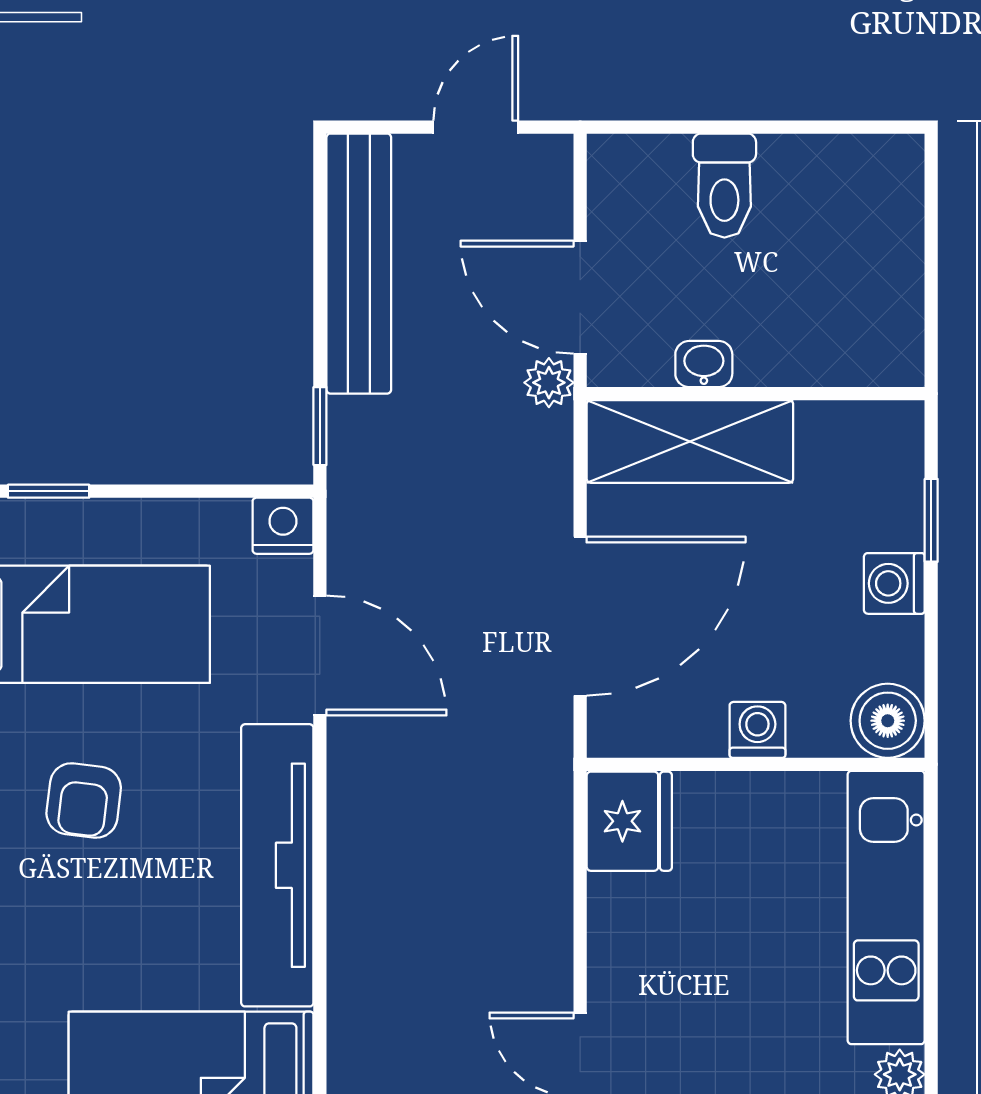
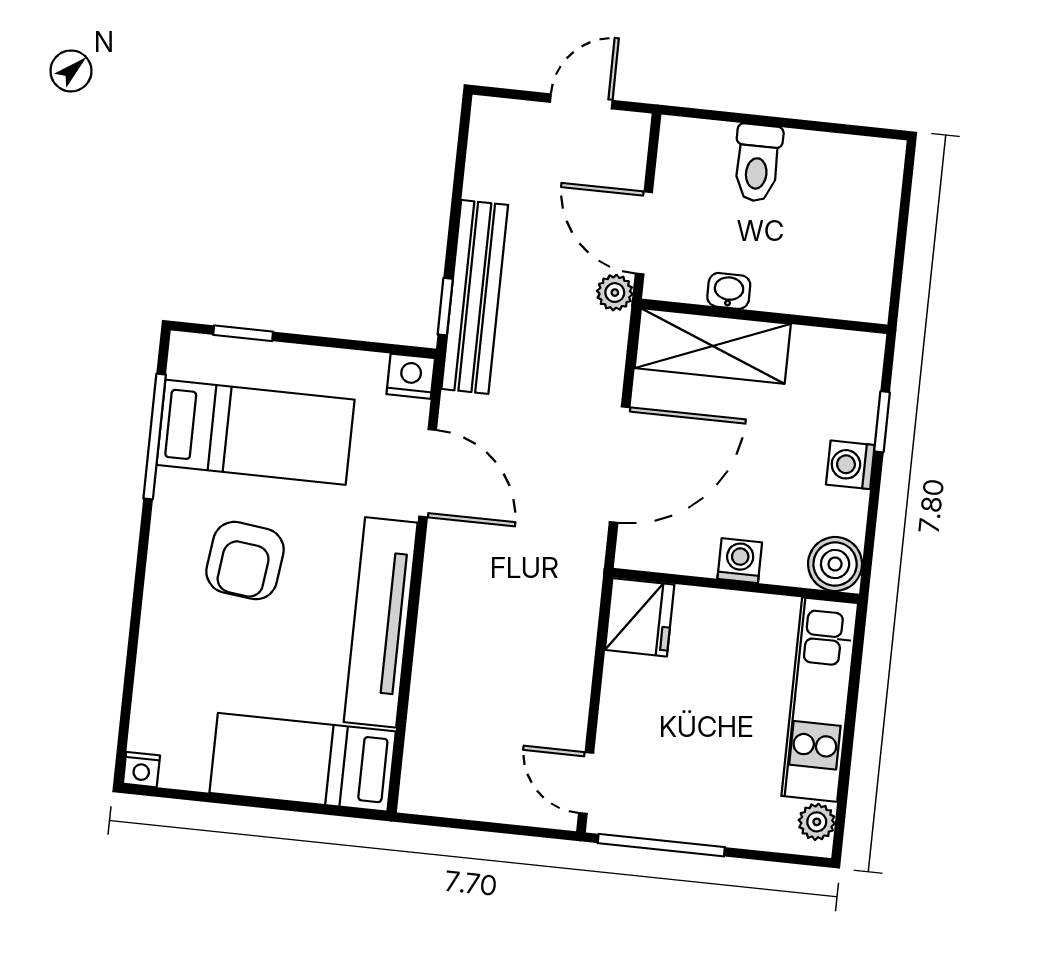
bench: (359, 264) -> (475, 297), moved
armchair: (84, 801) -> (245, 561), width x1.38, depth x1.38

